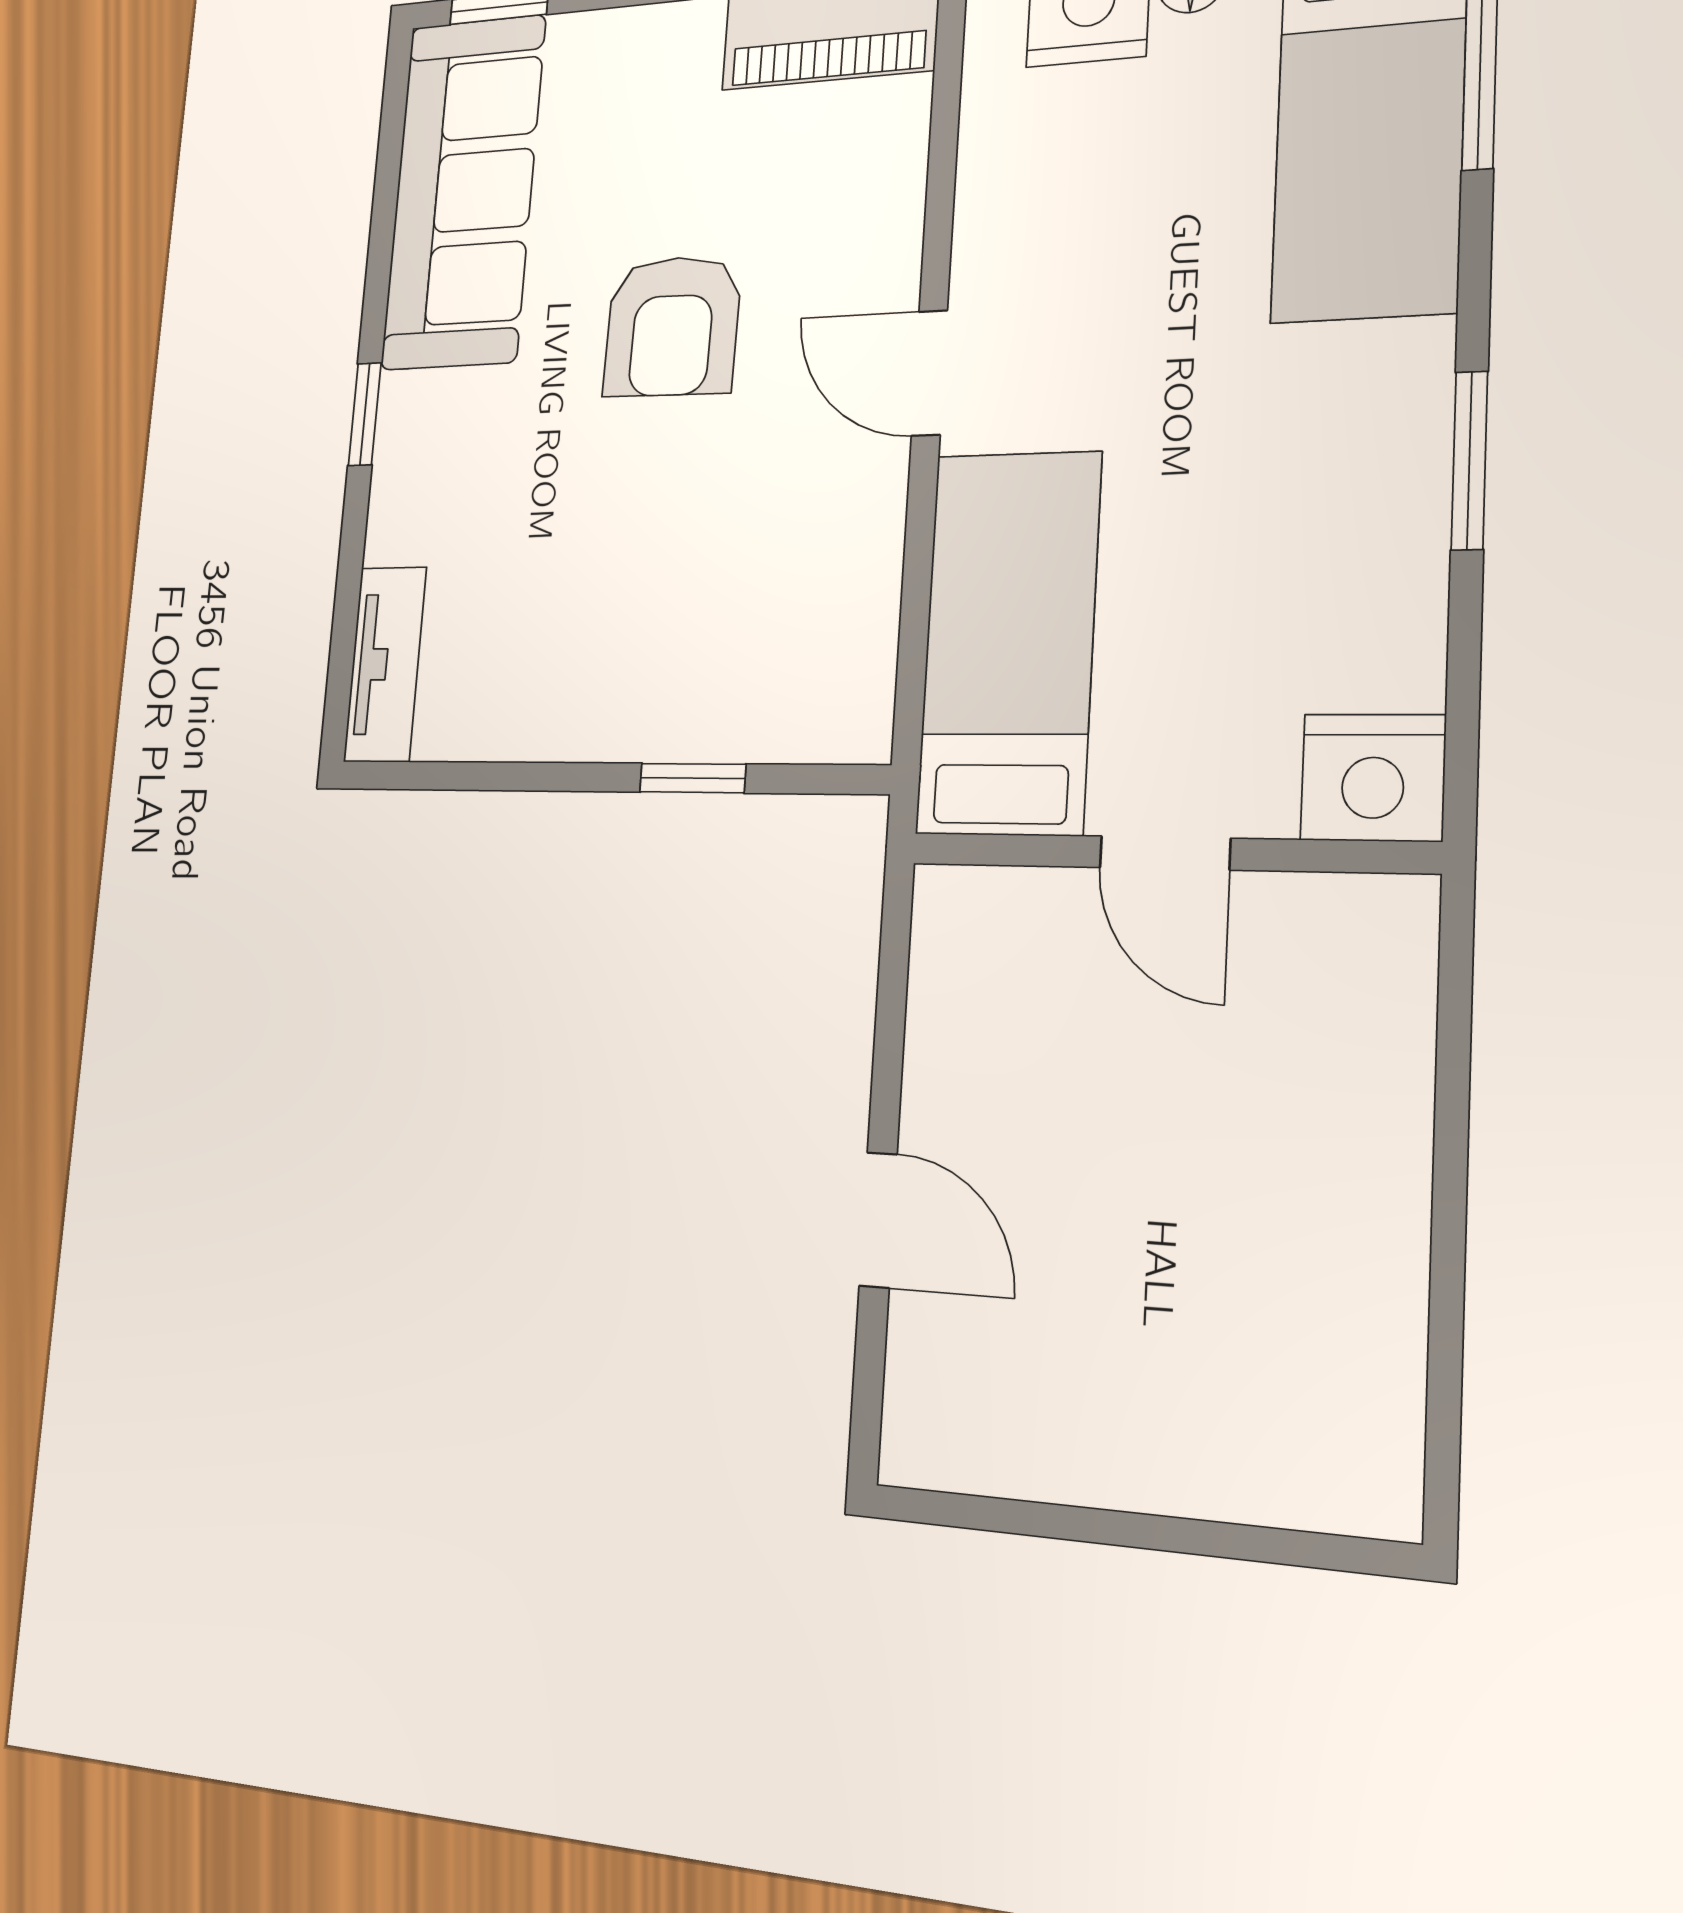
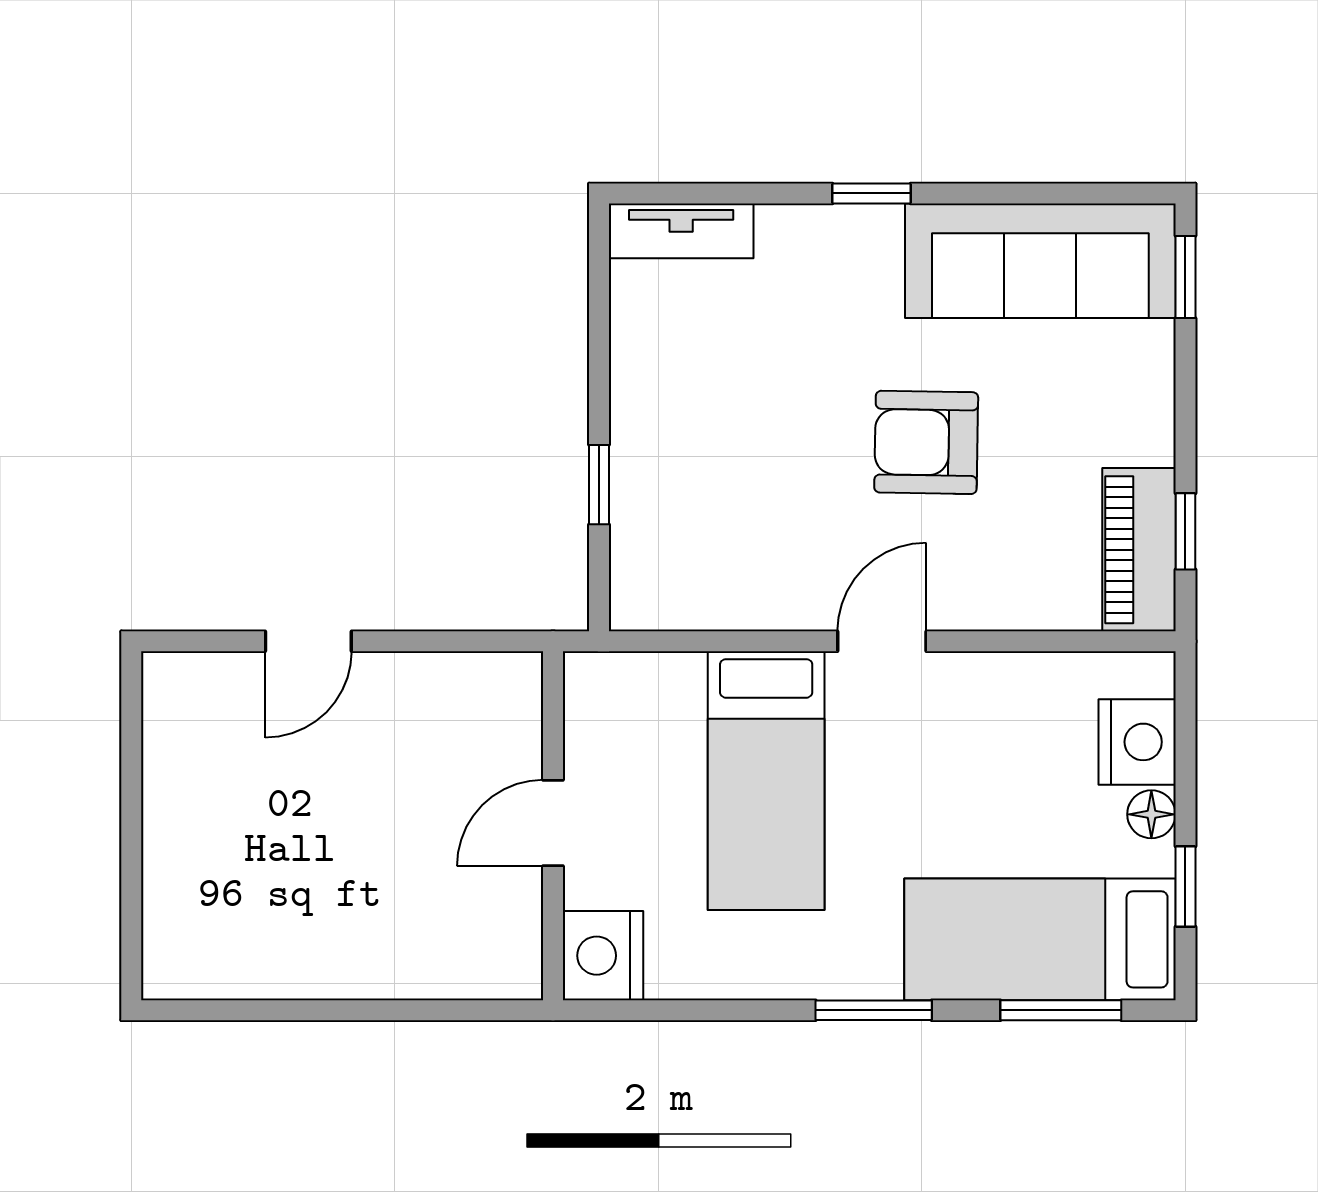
window: (1469, 460) -> (874, 1010), moved
bed: (1009, 642) -> (766, 781), moved, turned 90

